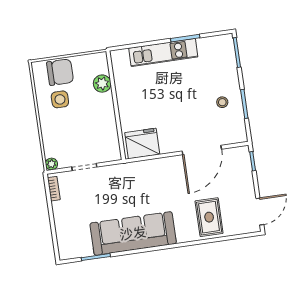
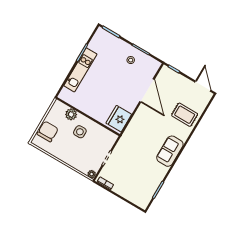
side table: (60, 99) -> (80, 132), moved
sofa: (133, 233) -> (170, 151), width x0.54, depth x0.79

